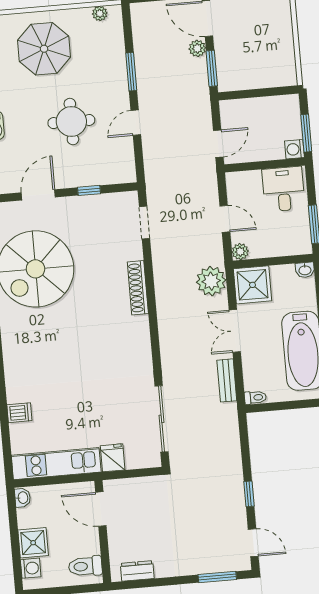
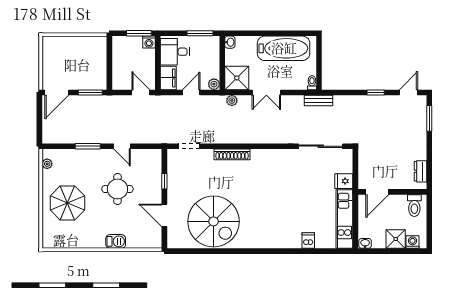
plant: (197, 48) -> (76, 101), removed
filing cabinet: (243, 183) -> (168, 78), added
plant: (211, 281) -> (232, 101), width x0.53, depth x0.53
bench: (227, 380) -> (319, 101), moved

